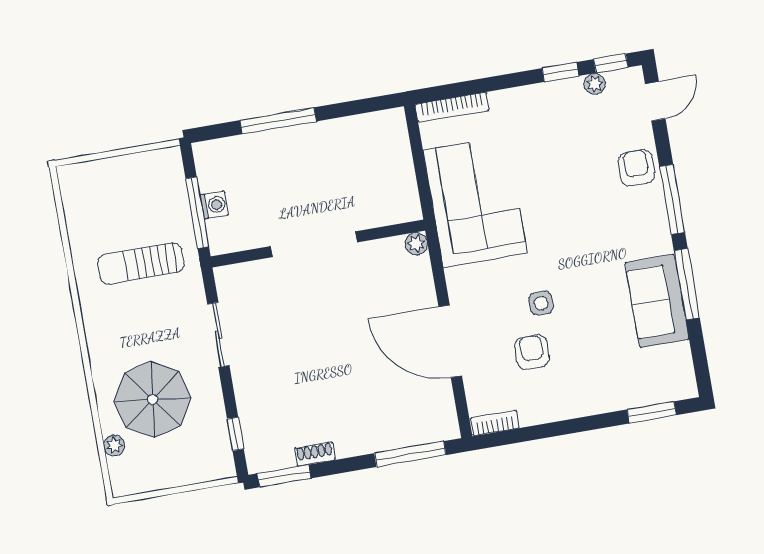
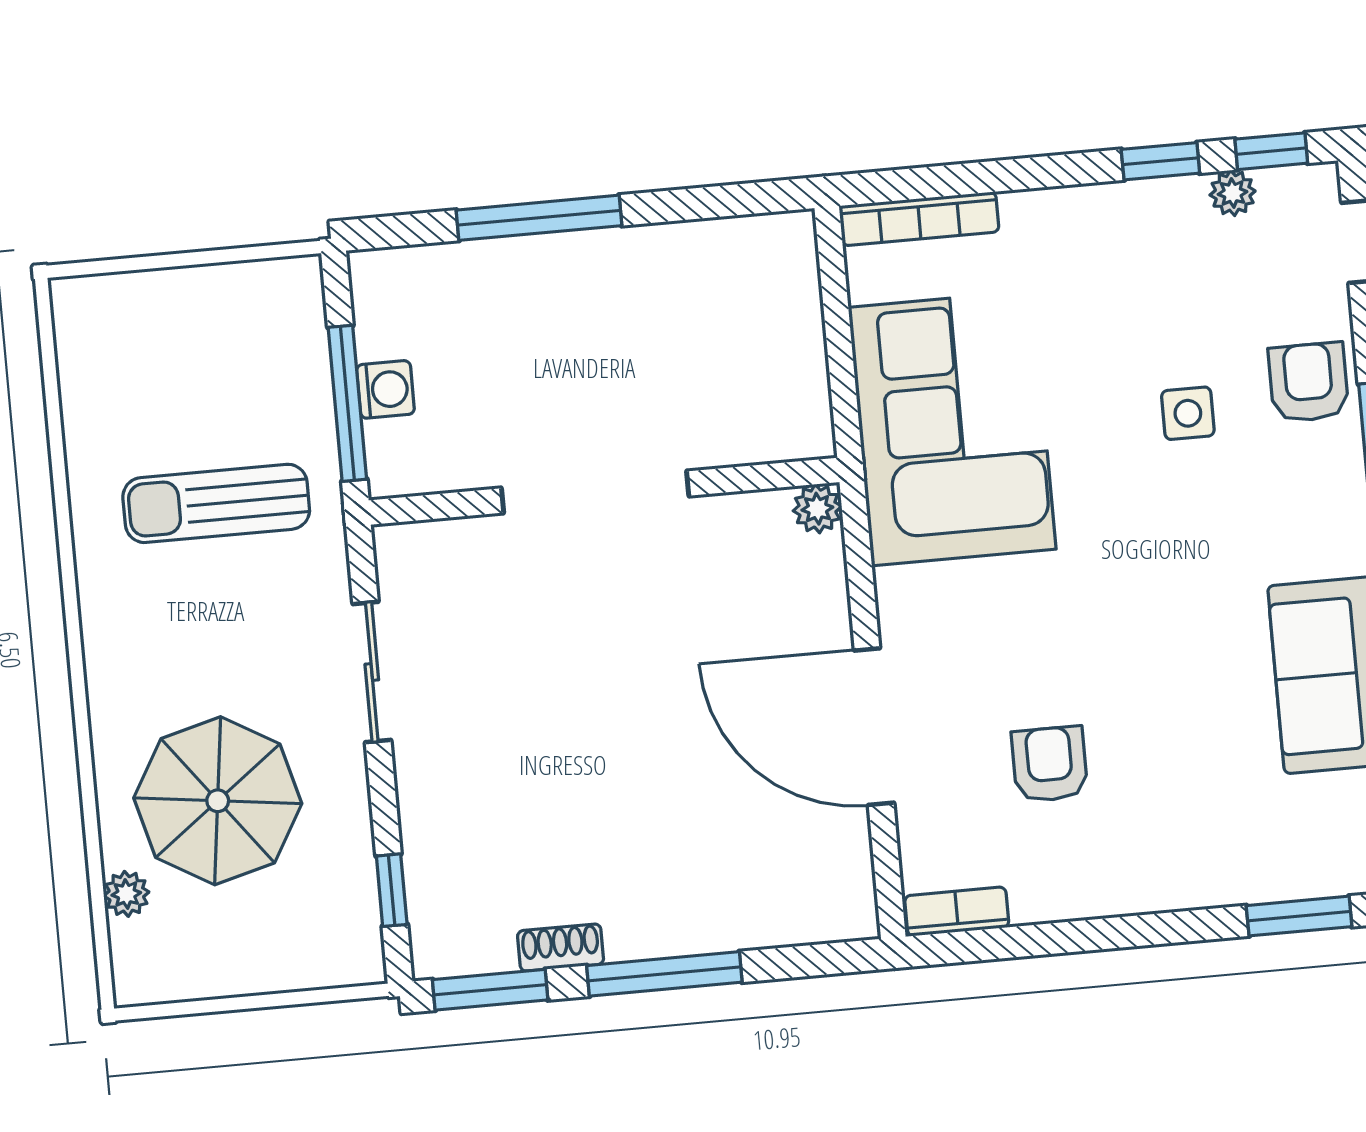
side table: (541, 303) -> (1188, 413), moved
window: (410, 454) -> (664, 974), moved

